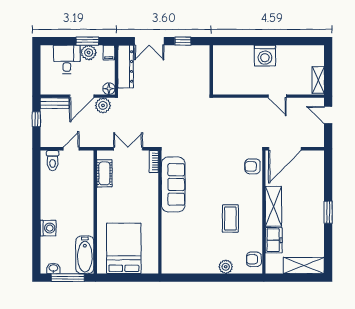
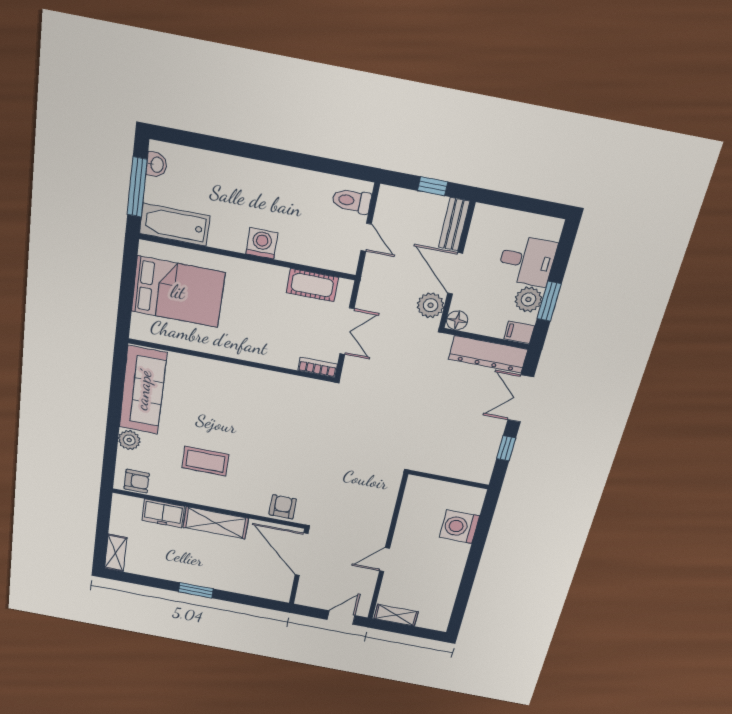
washing machine: (265, 56) -> (459, 527), moved
sofa: (173, 184) -> (143, 390), moved, turned -90
washing machine: (48, 228) -> (262, 243), moved, turned 180
armchair: (254, 259) -> (137, 481), turned 90
shelving: (304, 265) -> (116, 553), width x0.67, depth x0.75

